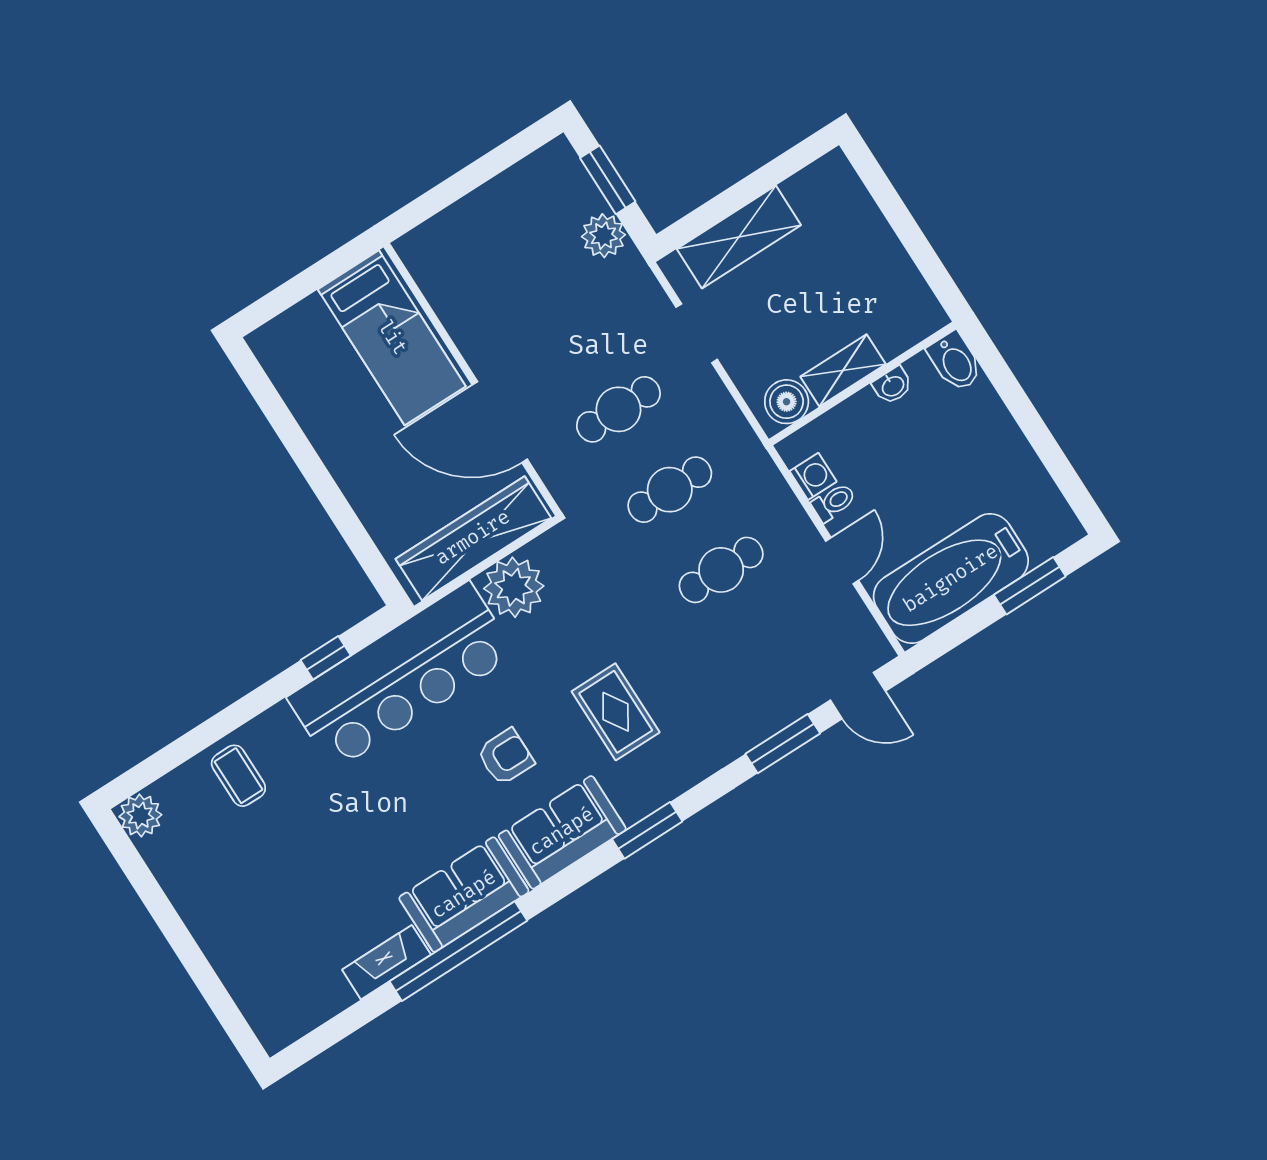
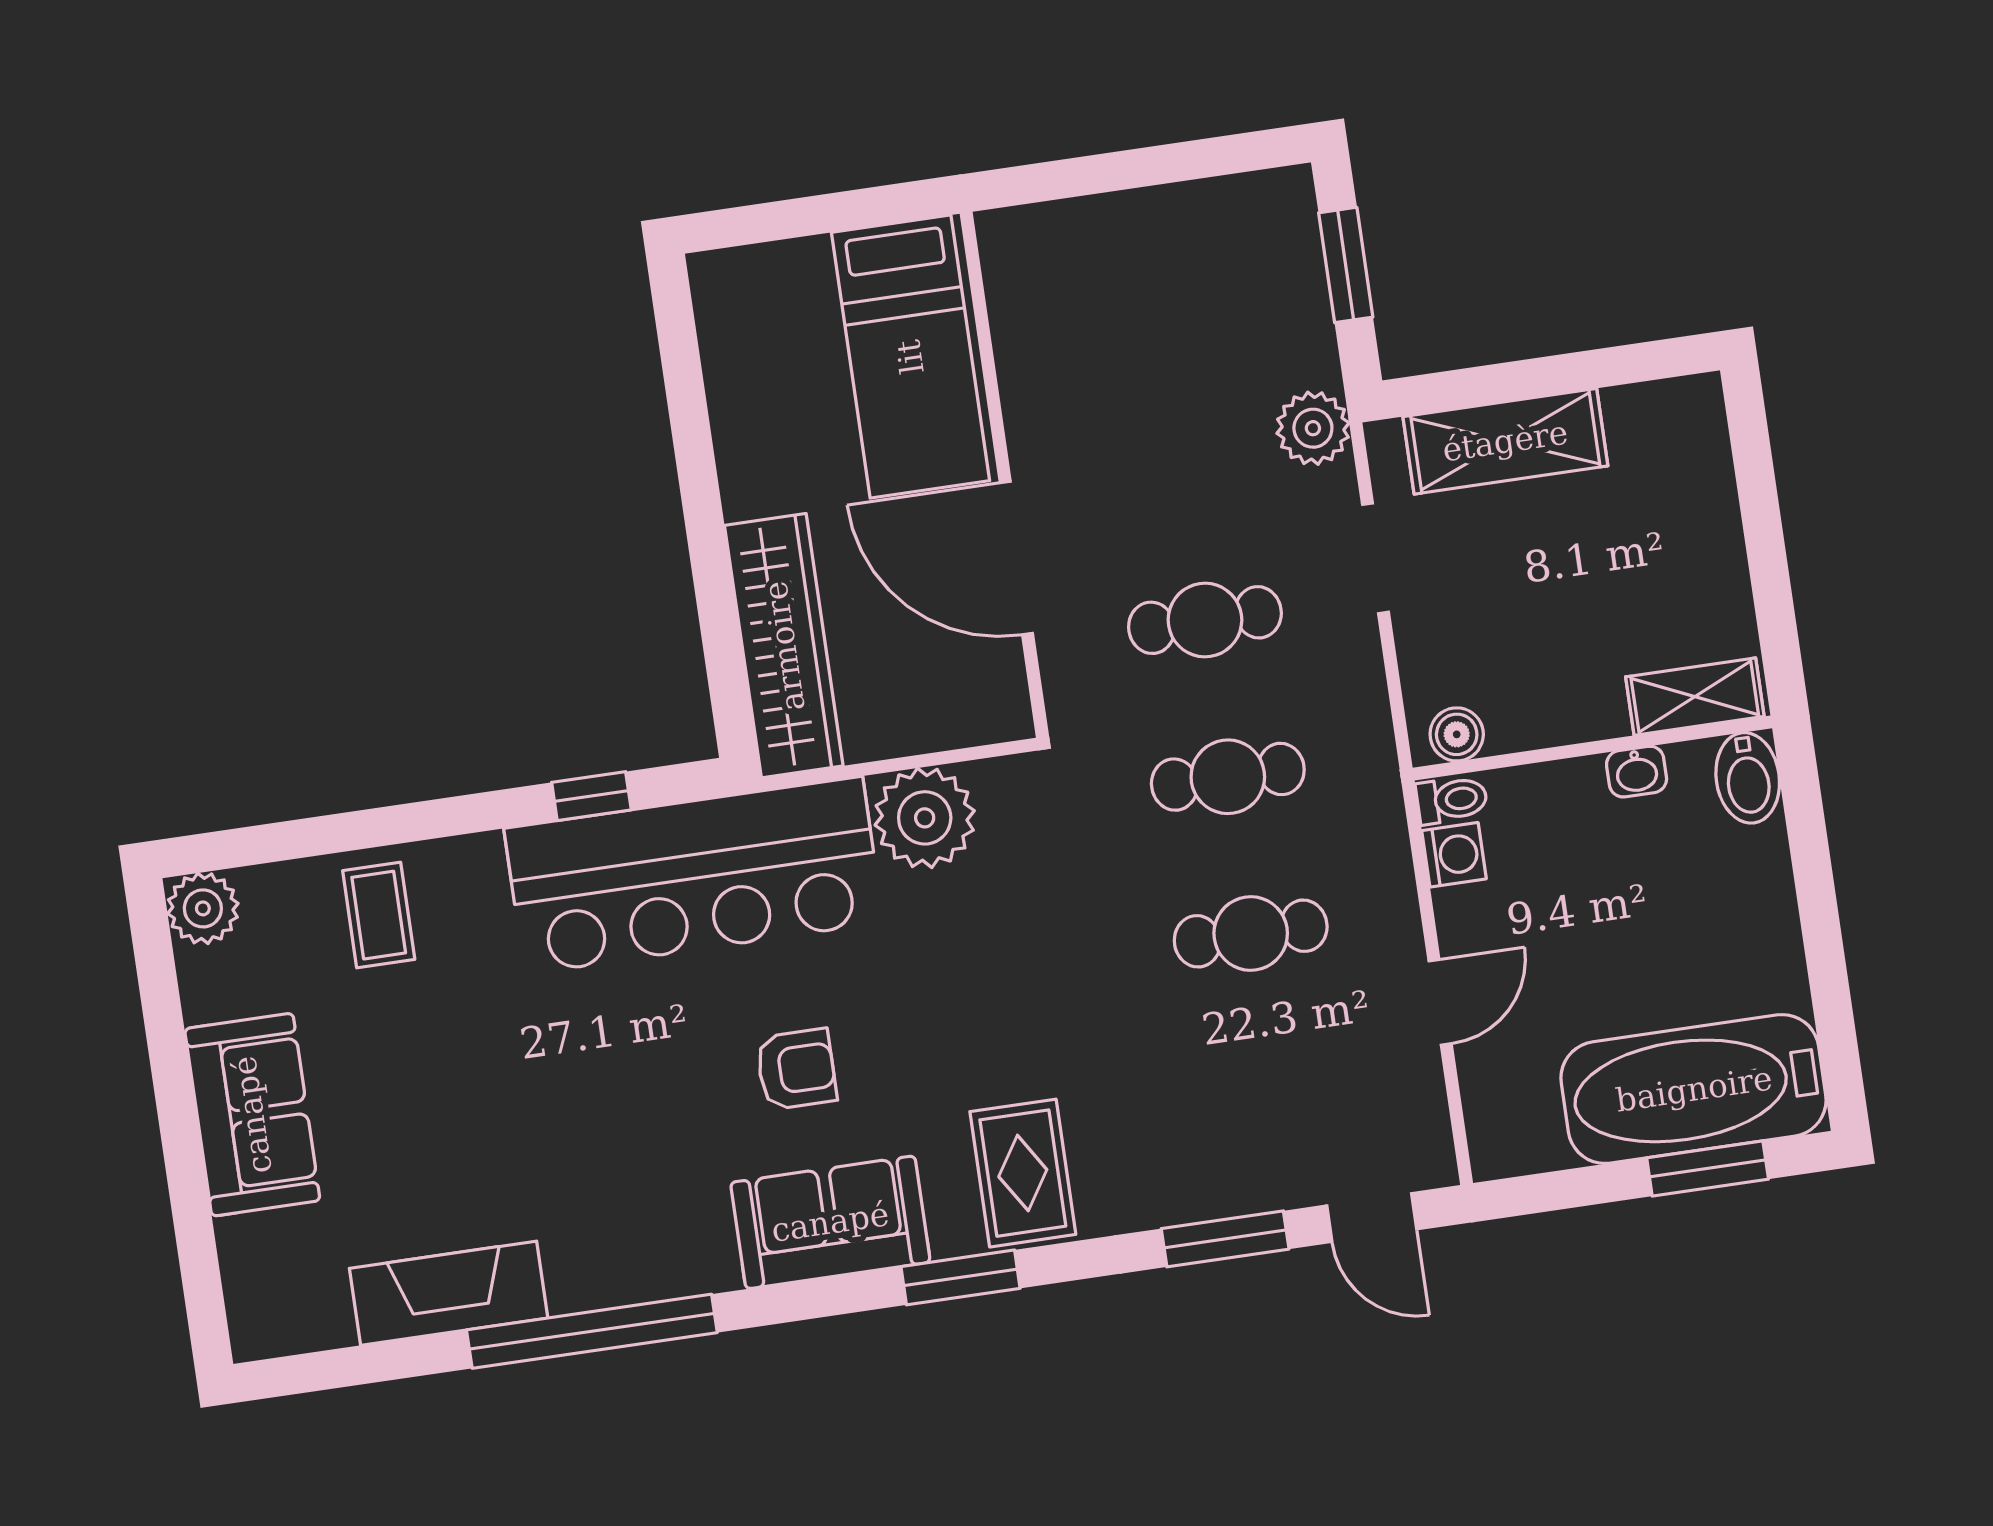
plant: (603, 236) -> (1313, 428), moved
shelving: (843, 370) -> (1695, 697), moved
boiler: (787, 402) -> (1457, 734), width x0.73, depth x0.73
toilet: (834, 502) -> (1452, 800), moved
wardrobe: (473, 538) -> (784, 646), moved, turned 90
bathtub: (951, 579) -> (1694, 1089), moved
rug: (616, 712) -> (1023, 1173), moved
sofa: (464, 895) -> (252, 1115), moved, turned 90
fireplace: (386, 962) -> (449, 1293), width x1.37, depth x1.32

